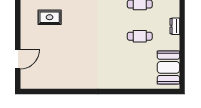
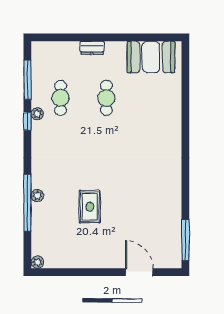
rug: (50, 17) -> (90, 207), moved
window: (40, 92) -> (185, 240), added

